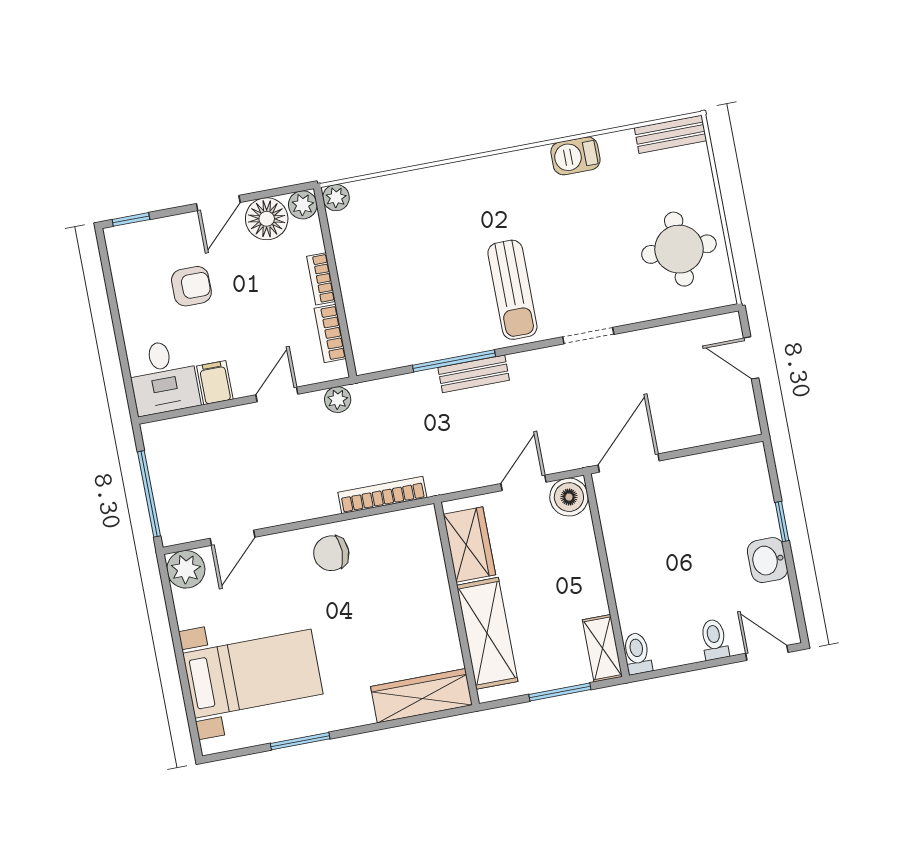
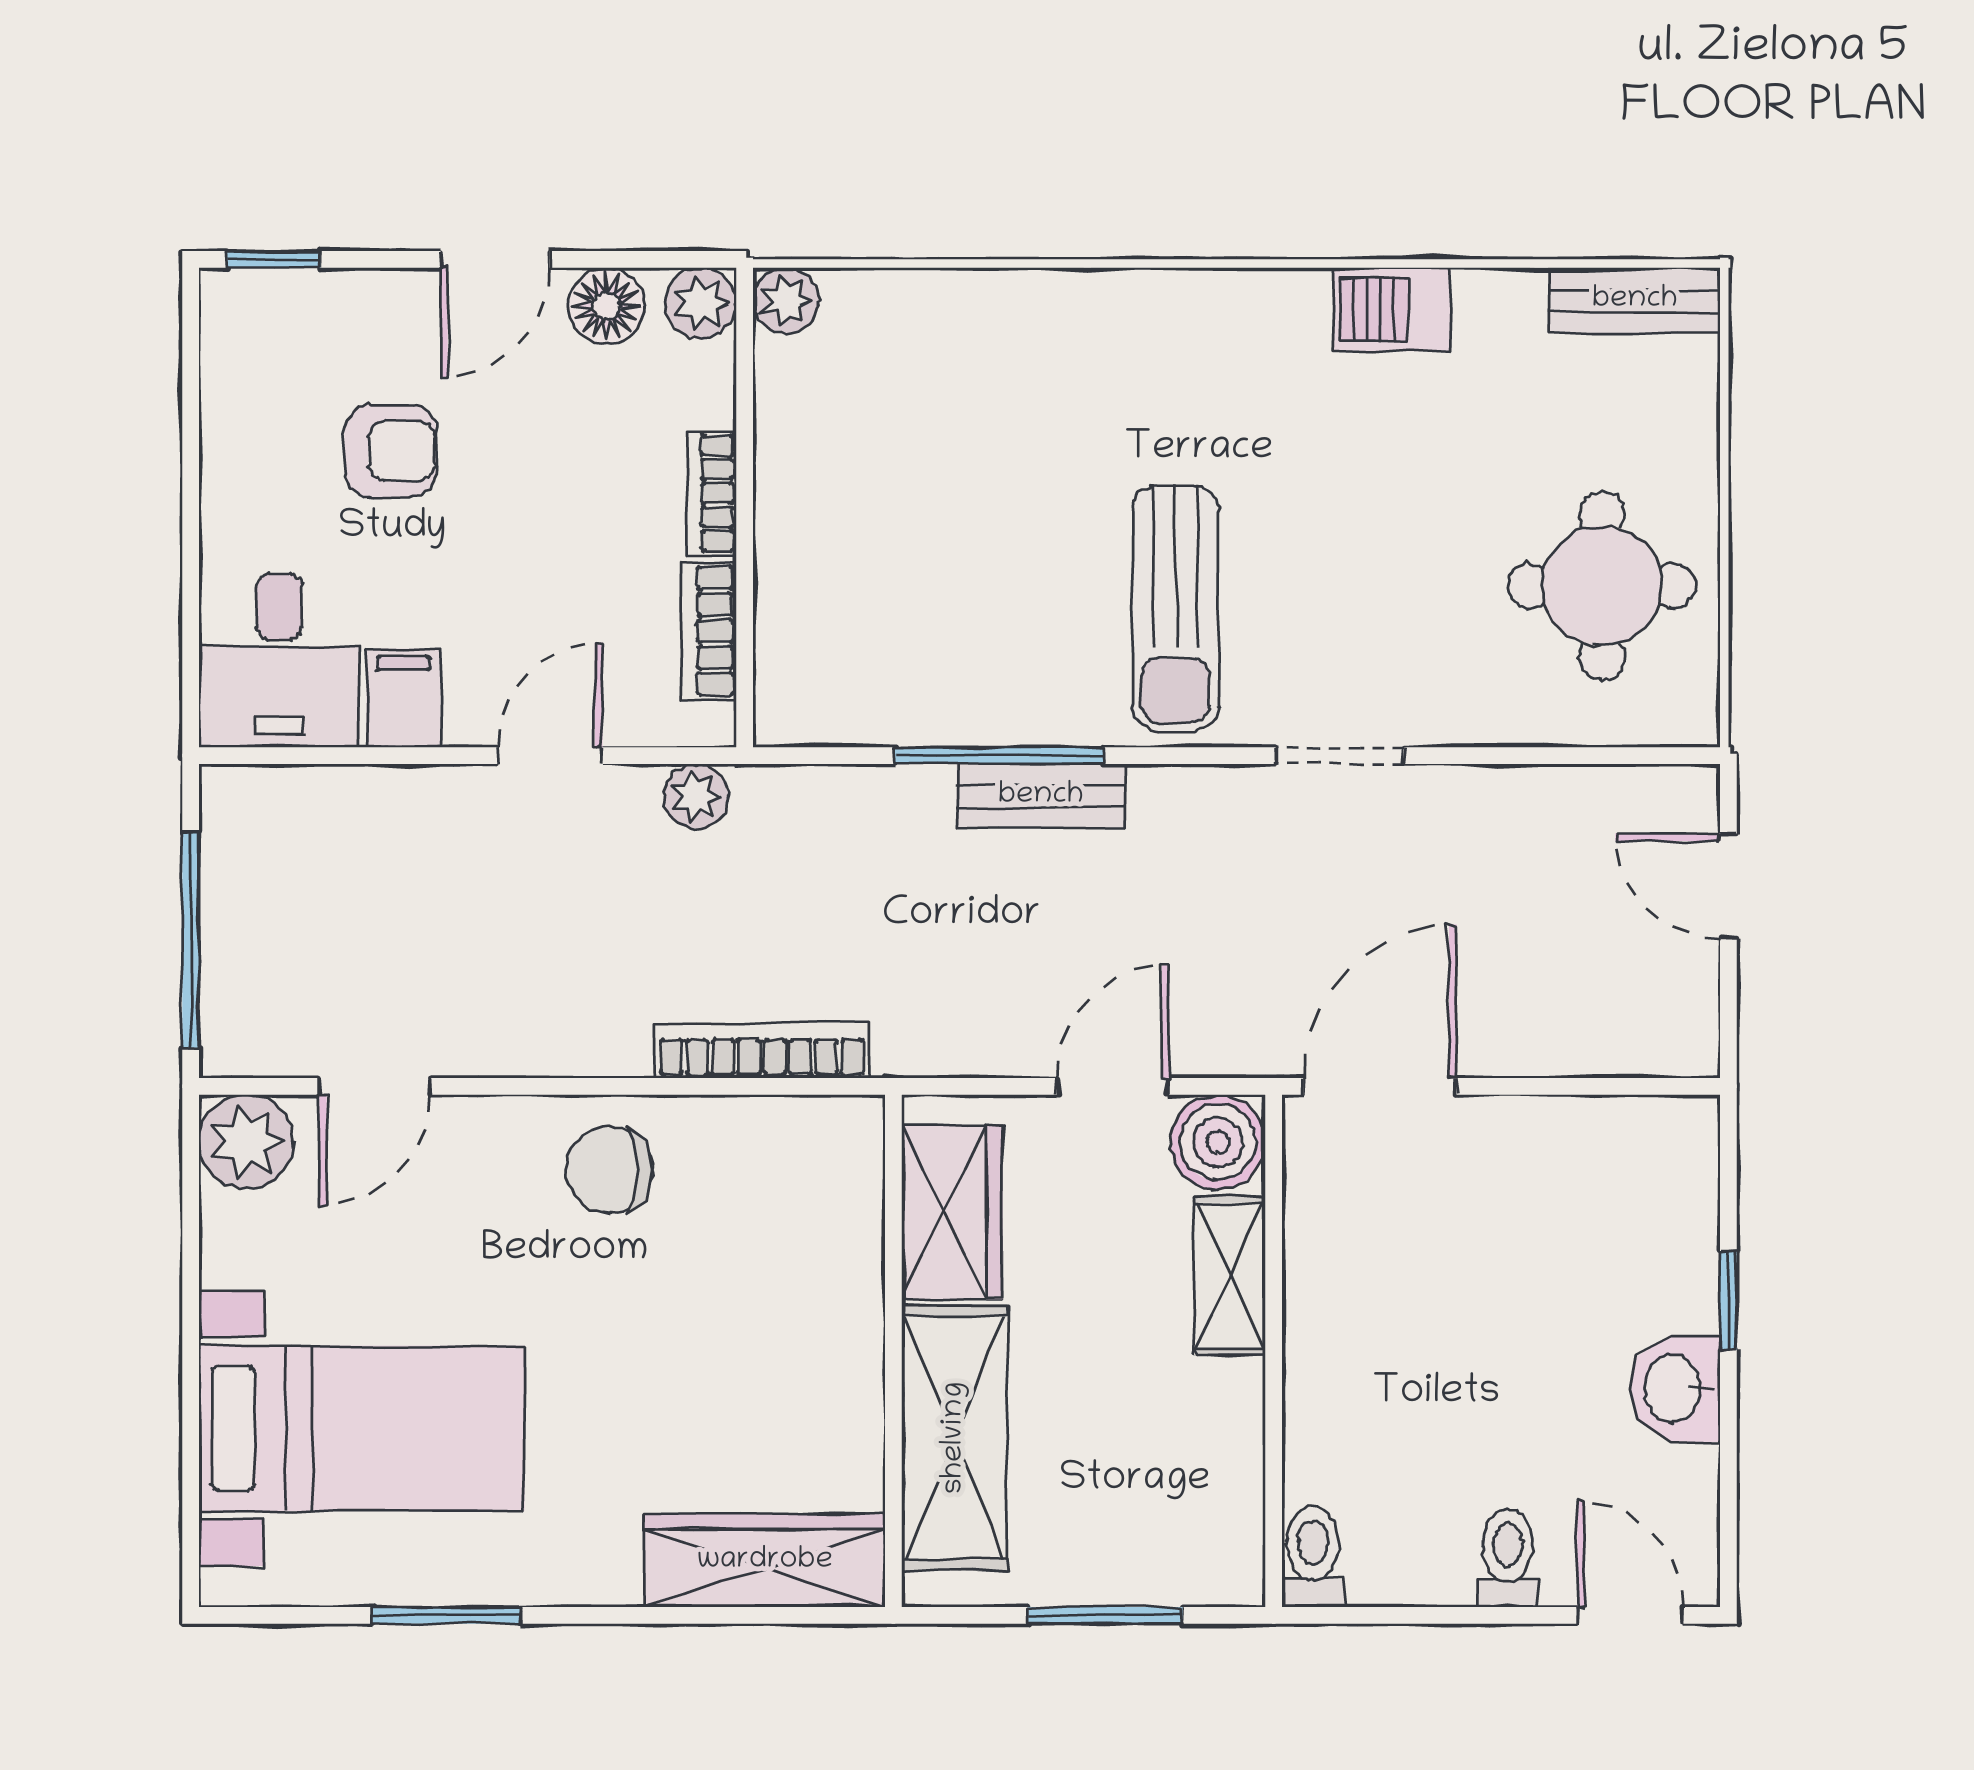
floor lamp: (267, 219) -> (606, 306), width x0.73, depth x0.73
shelving: (602, 648) -> (1230, 1276), moved

